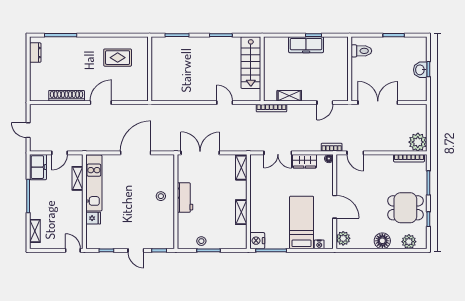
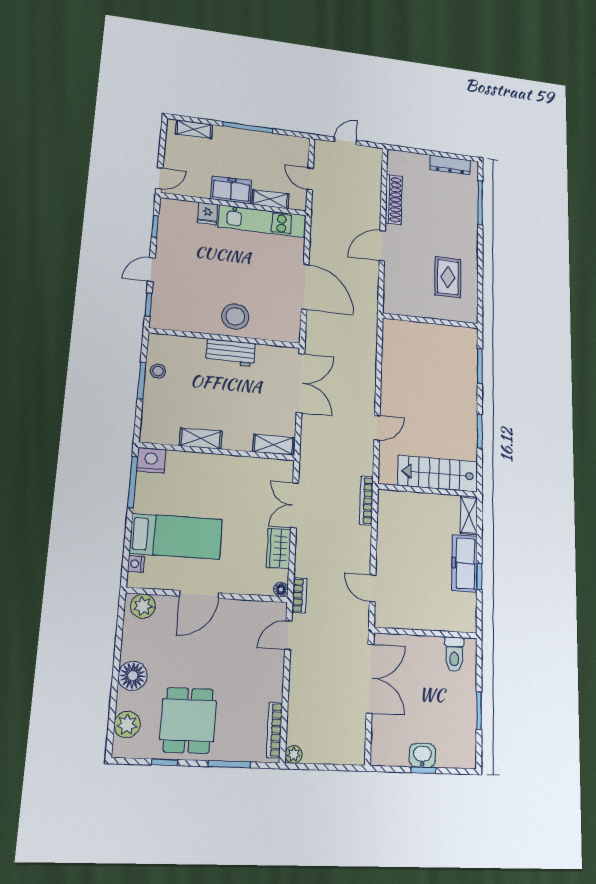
dresser: (35, 53) -> (450, 165), width x1.44
shelving: (289, 96) -> (469, 515), moved
door: (101, 103) -> (382, 246), swing flipped
plant: (418, 142) -> (294, 754), width x0.53, depth x0.53
freezer: (38, 167) -> (231, 190), moved, turned 180
stool: (161, 196) -> (235, 316), width x1.89, depth x1.89

